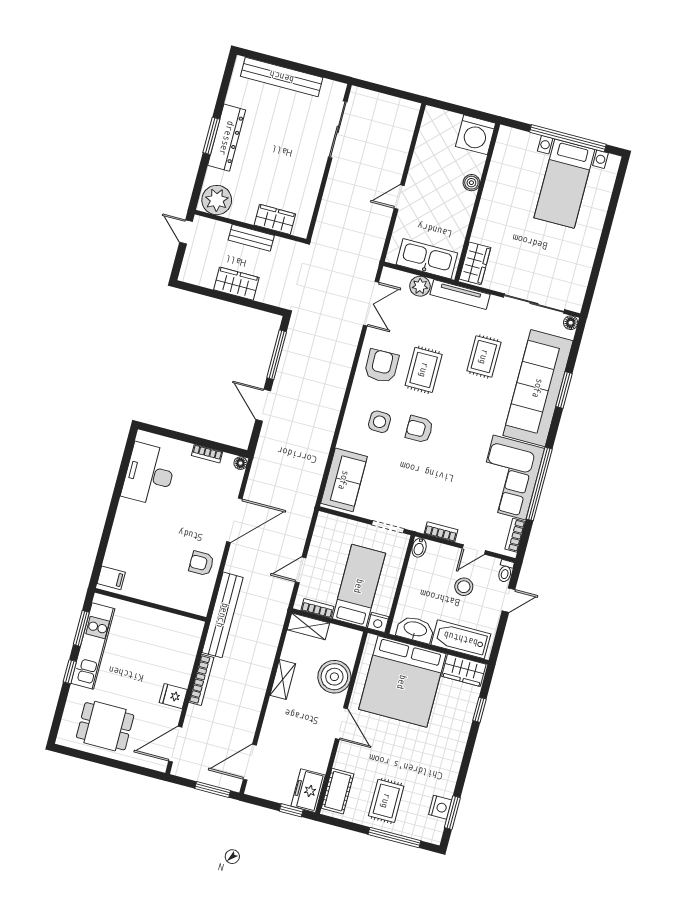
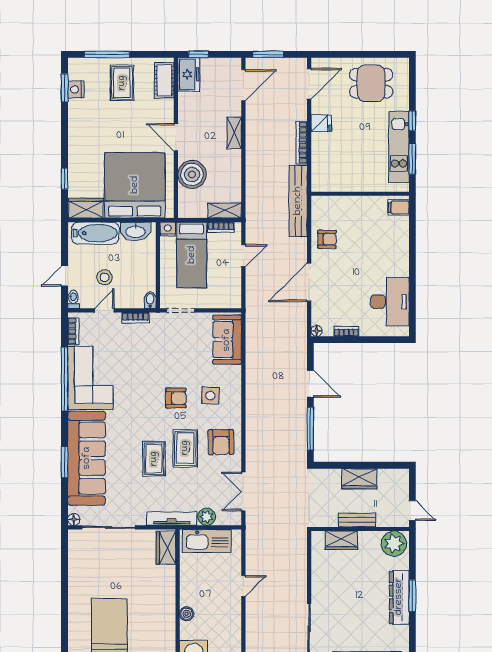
rug: (484, 357) -> (154, 459), moved
shelving: (283, 680) -> (234, 133), moved

